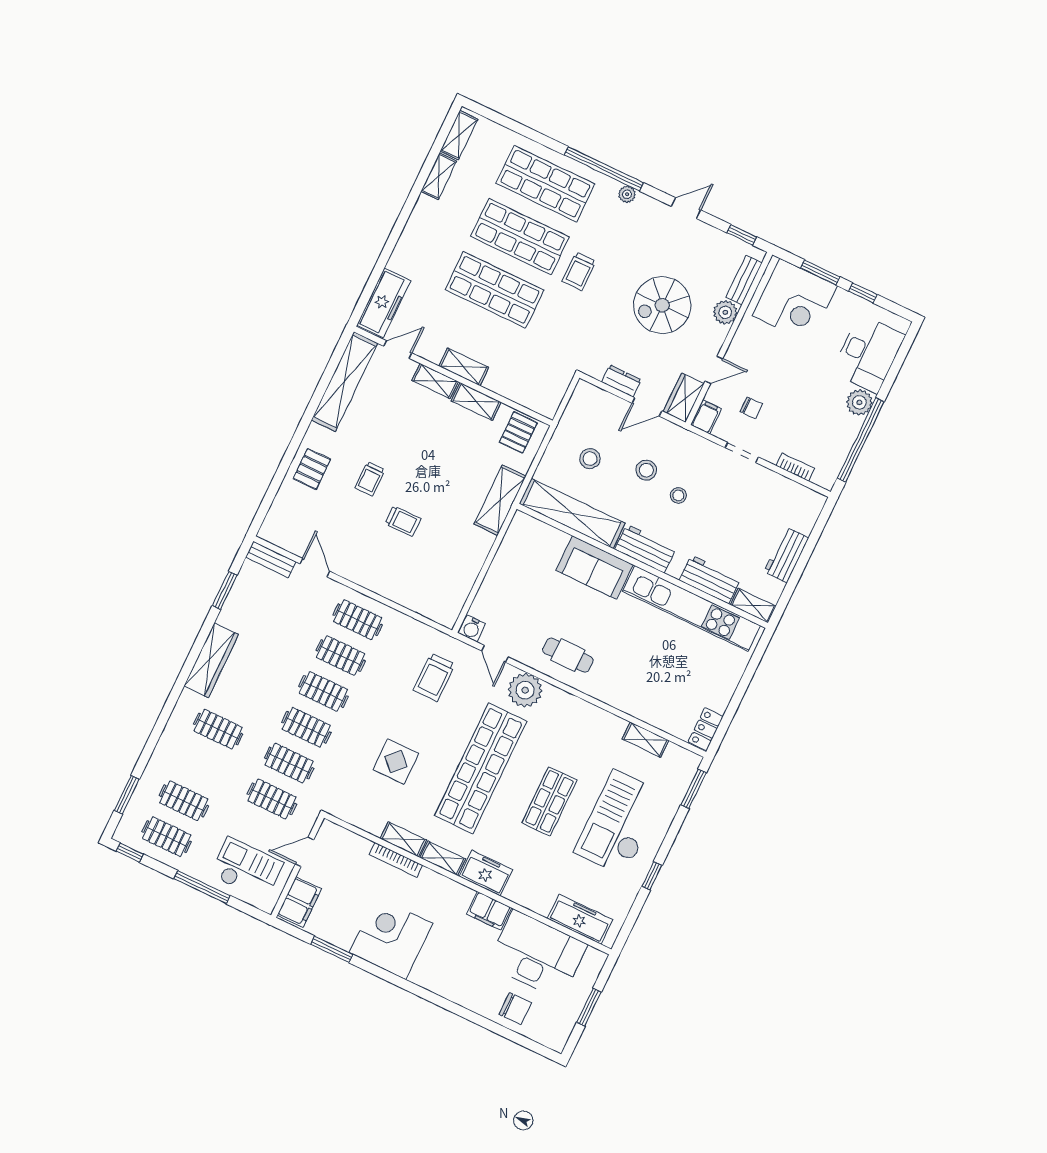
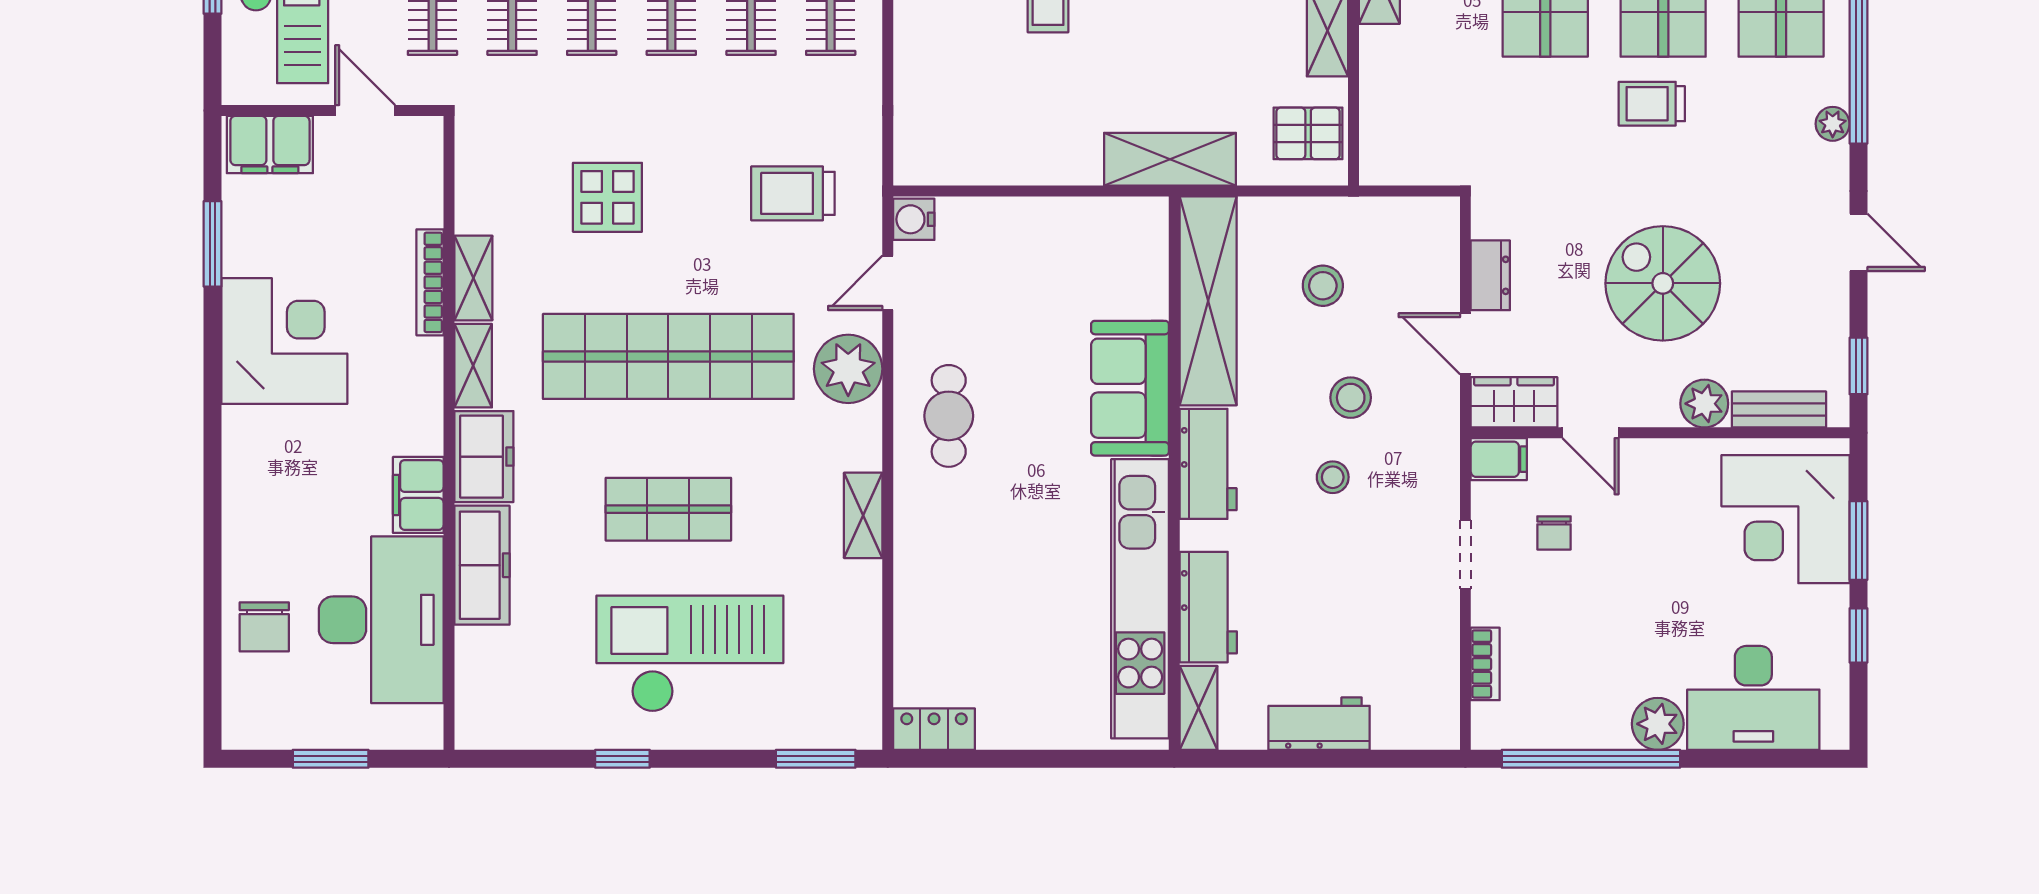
shelving: (645, 740) -> (863, 515), moved
freezer: (580, 919) -> (482, 565), moved

